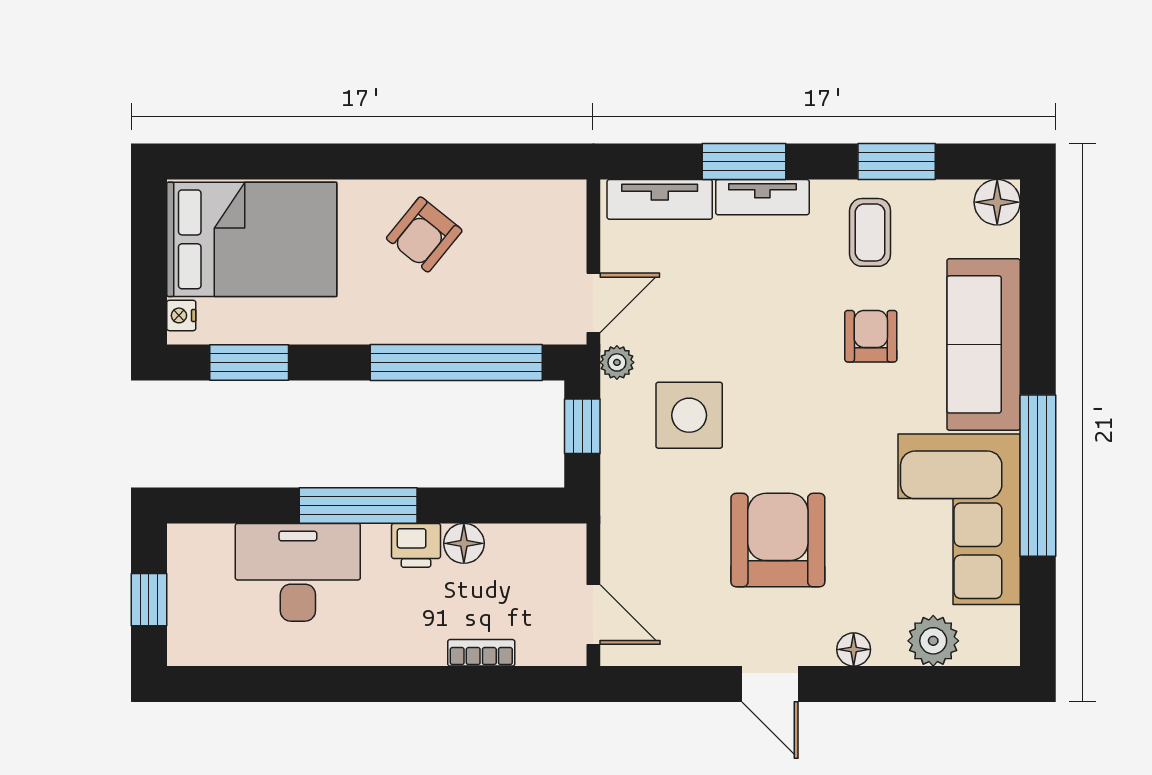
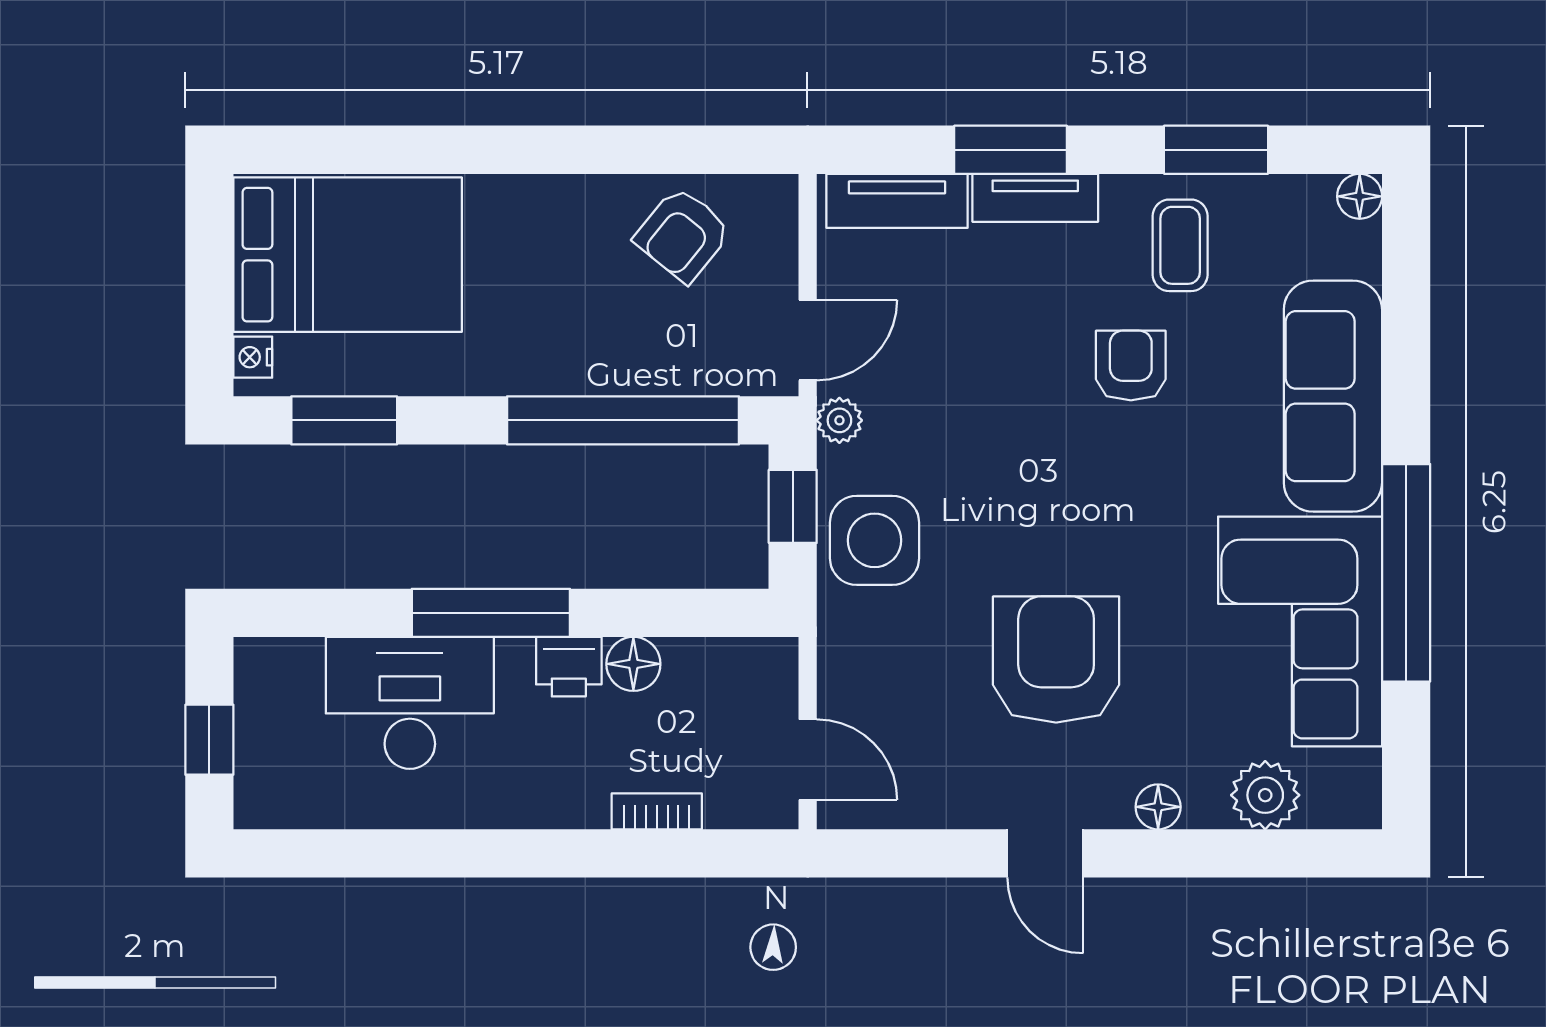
floor lamp: (997, 202) -> (1360, 196), width x0.73, depth x0.73
armchair: (424, 234) -> (683, 235), moved
armchair: (871, 336) -> (1131, 365), moved
side table: (689, 415) -> (874, 540), moved

